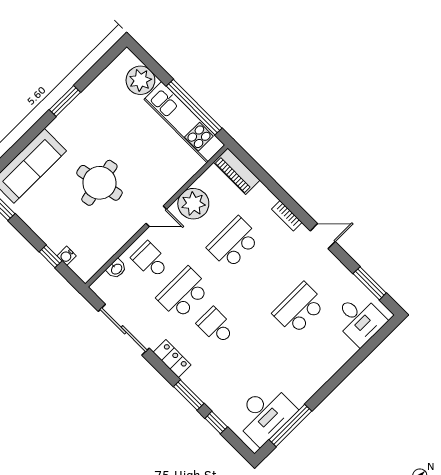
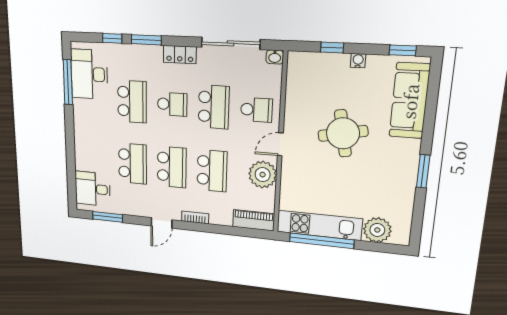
water cooler: (67, 256) -> (358, 61), moved
washbasin: (116, 269) -> (275, 57), moved, turned -90
school desk: (266, 276) -> (172, 167), added
school desk: (249, 359) -> (132, 102), added

